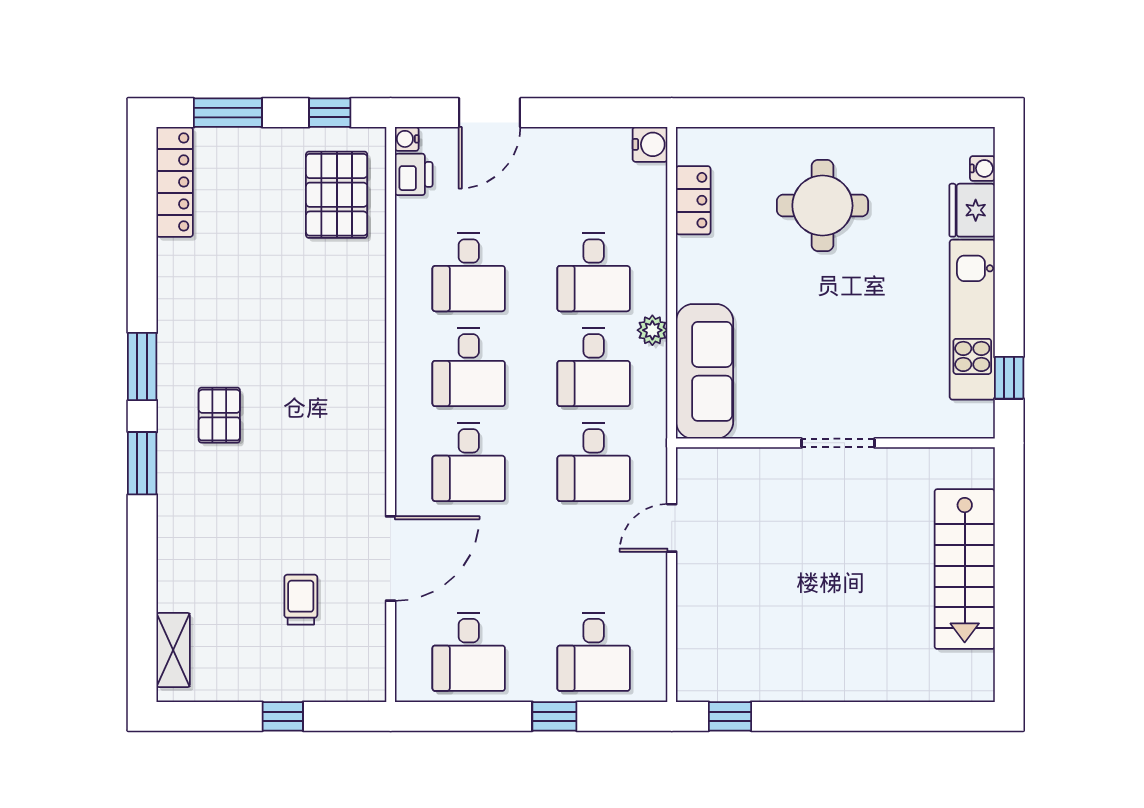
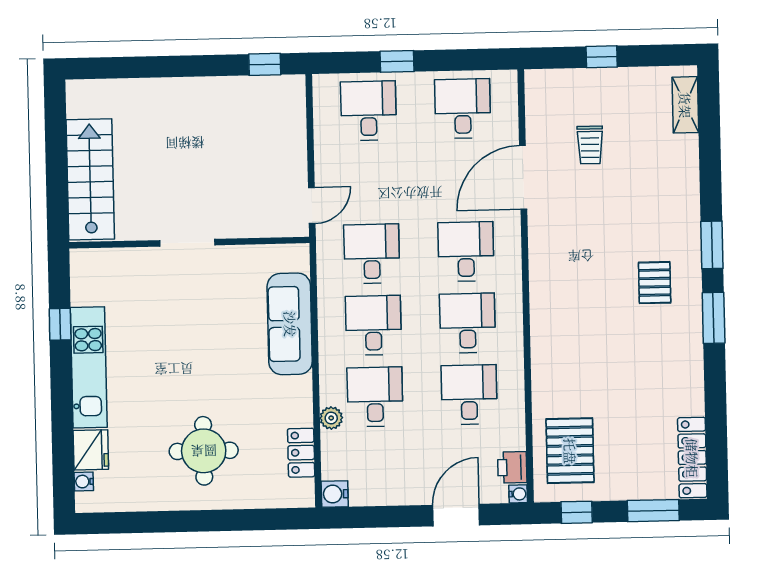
plant: (652, 330) -> (331, 418), moved
wall: (835, 443) -> (189, 243), moved
doorway: (838, 443) -> (187, 243), moved

